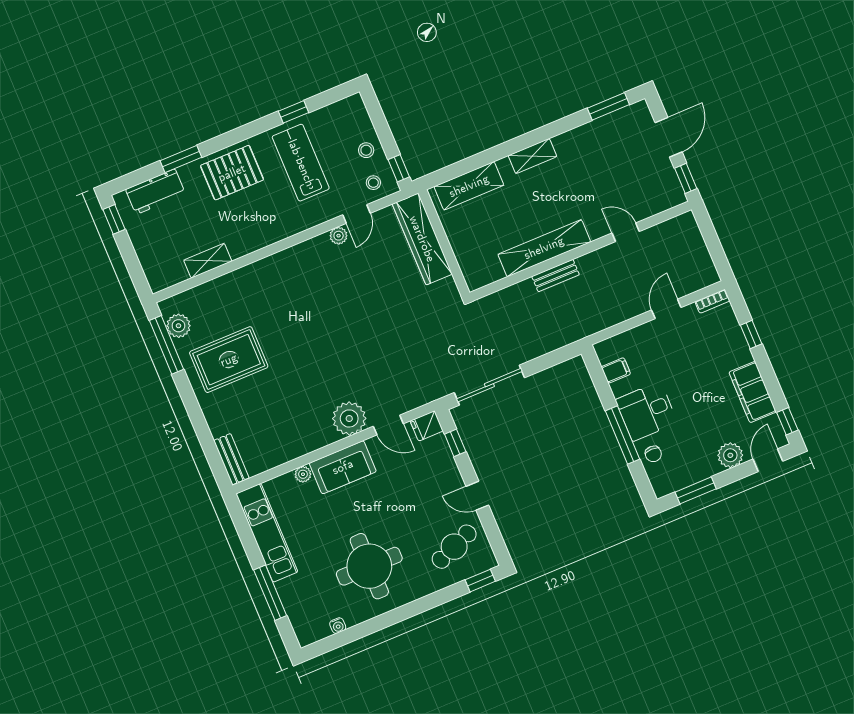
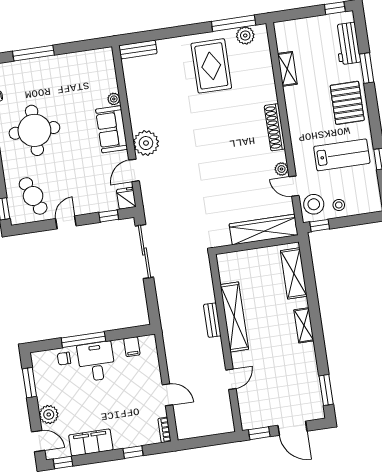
stool: (373, 183) -> (314, 204), width x1.89, depth x1.89
shoe rack: (287, 258) -> (275, 127), added
kitchen unit: (267, 533) -> (78, 62), removed

